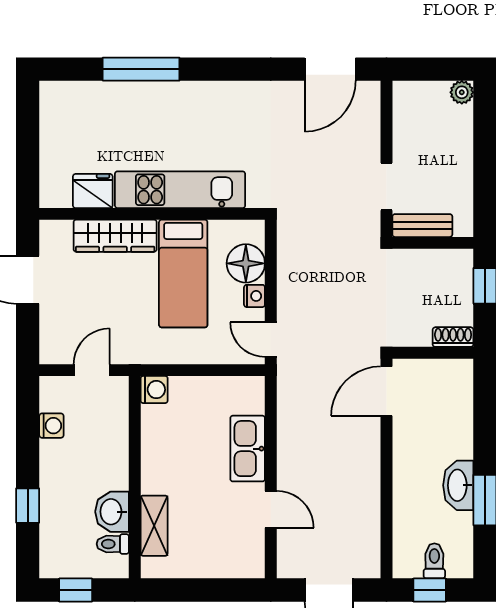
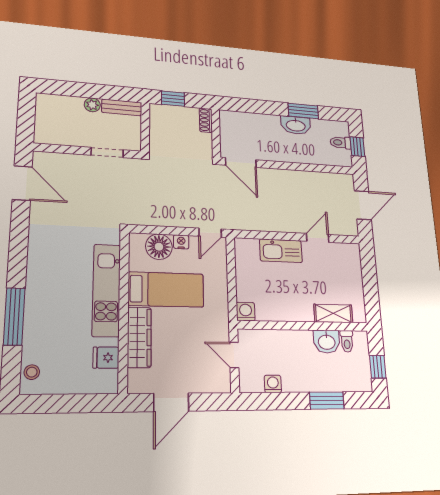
plant: (462, 92) -> (92, 105), moved
stool: (68, 95) -> (32, 372), added
fridge: (93, 191) -> (106, 358), width x0.72
bench: (422, 226) -> (122, 107), moved, turned 90
window: (28, 506) -> (327, 401), width x1.50

